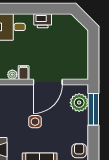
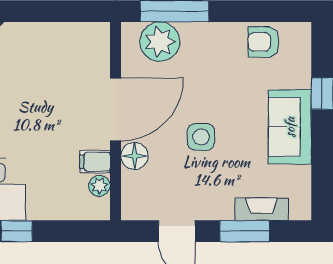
door: (48, 82) -> (115, 109), hinge flipped
floor lamp: (26, 91) -> (134, 156), added

